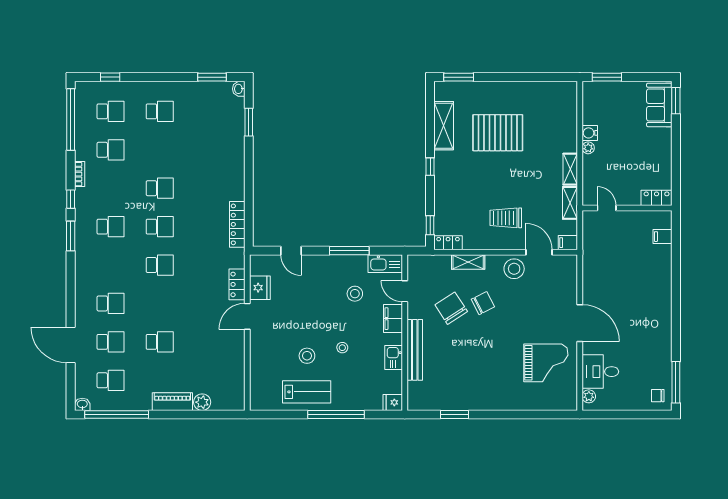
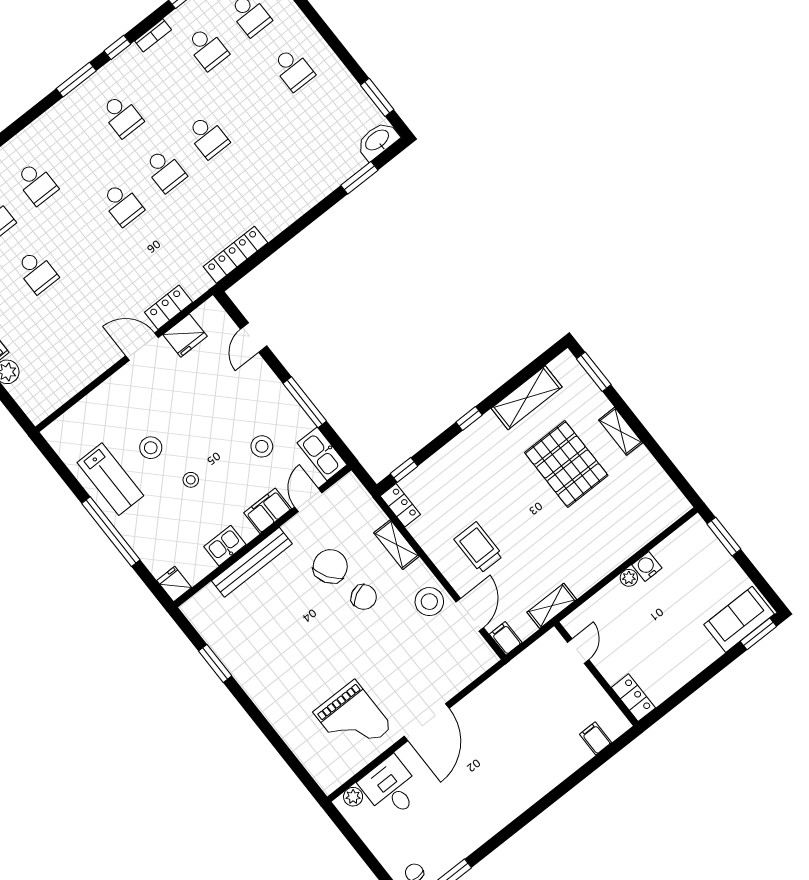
washbasin: (239, 89) -> (378, 141), width x1.91, depth x1.45
shelving: (570, 169) -> (621, 431), moved, turned 90

